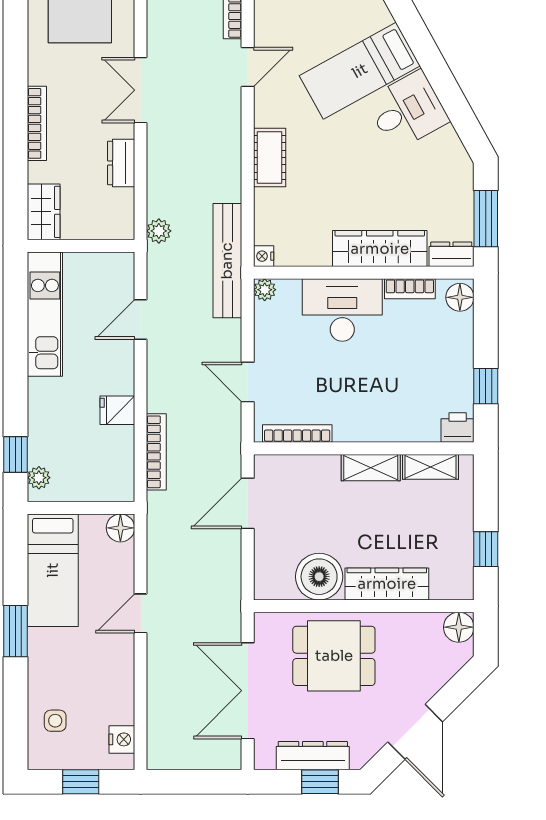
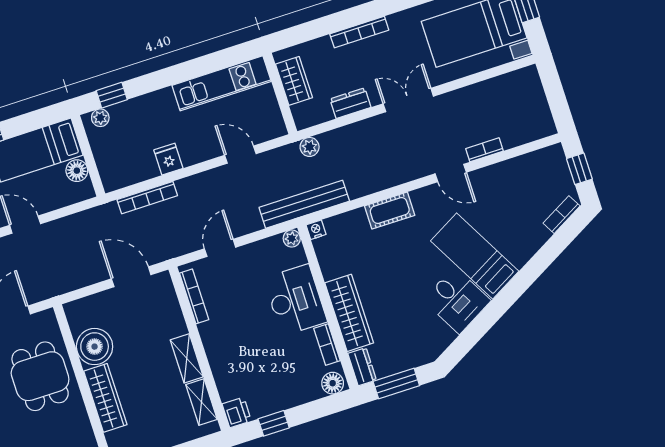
wardrobe: (44, 212) -> (294, 81), moved, turned -90
floor lamp: (120, 528) -> (77, 171), moved

